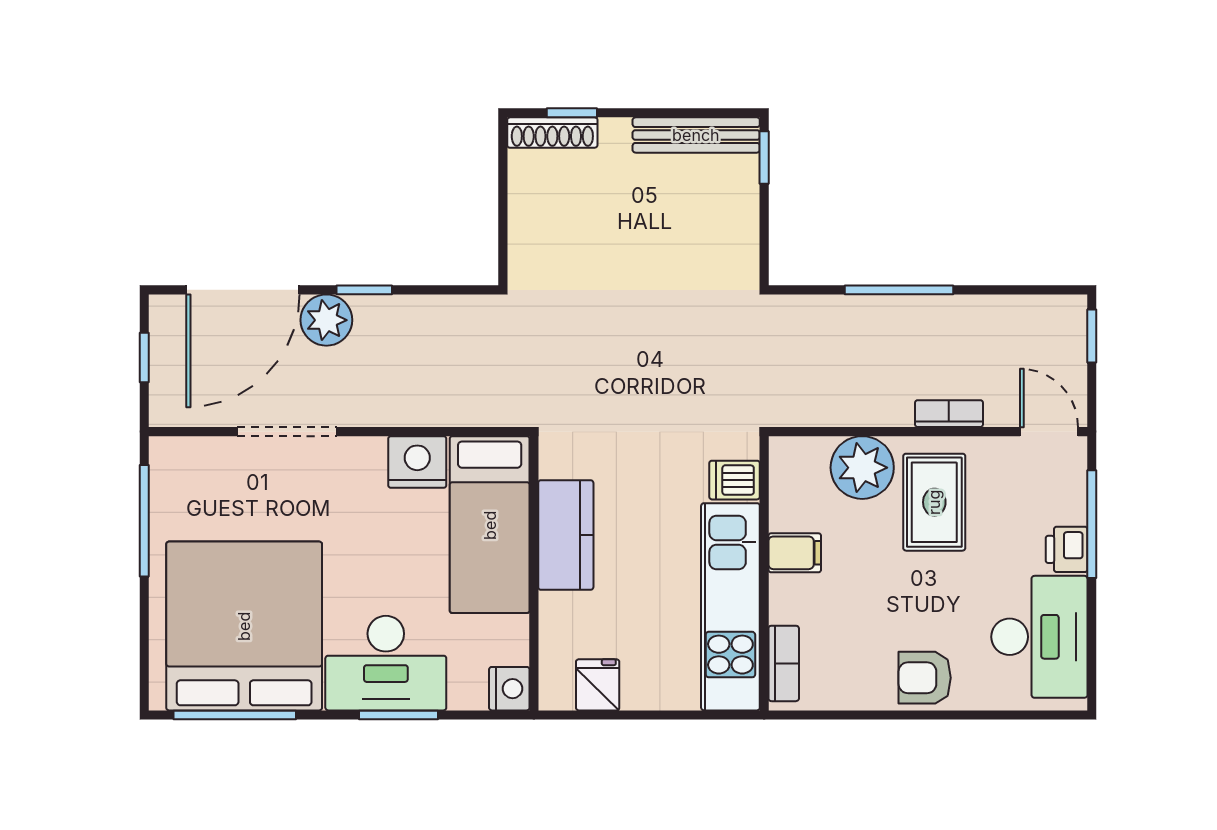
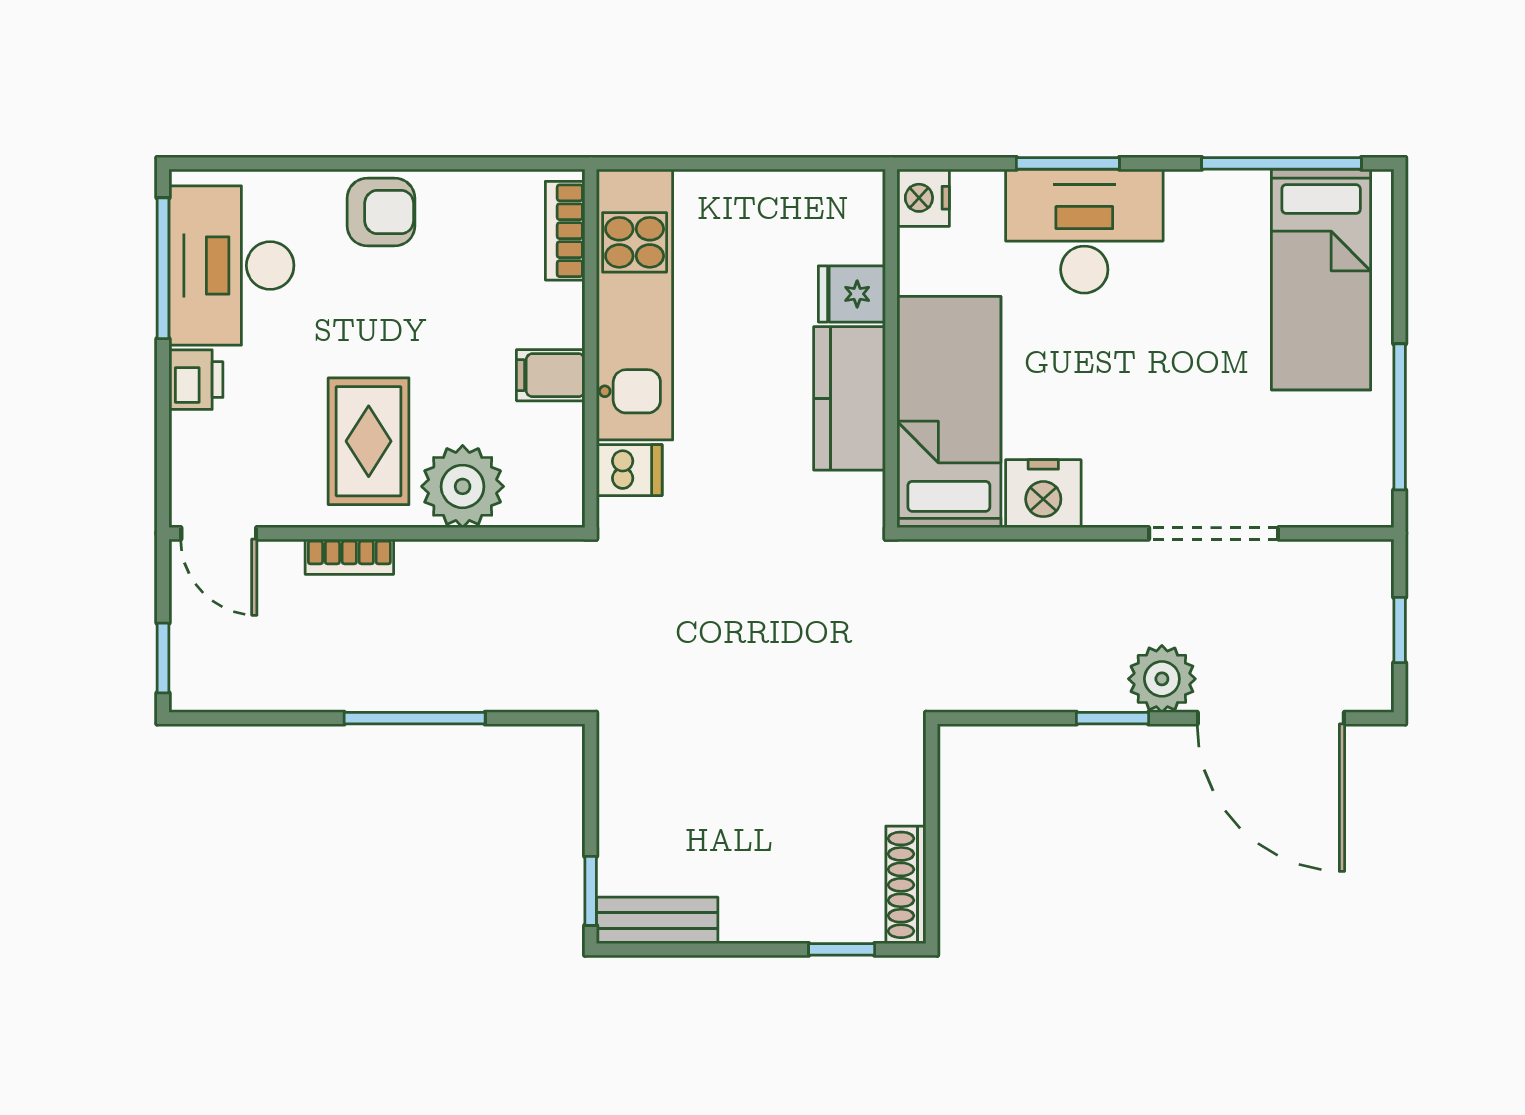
shoe rack: (552, 133) -> (906, 885), moved, turned -90
bench: (696, 135) -> (657, 920), width x0.73
door: (243, 290) -> (1271, 718), swing flipped
window: (1092, 524) -> (163, 268), moved
bed: (244, 626) -> (1321, 280), width x0.49
fridge: (598, 685) -> (852, 294), moved, turned 90

